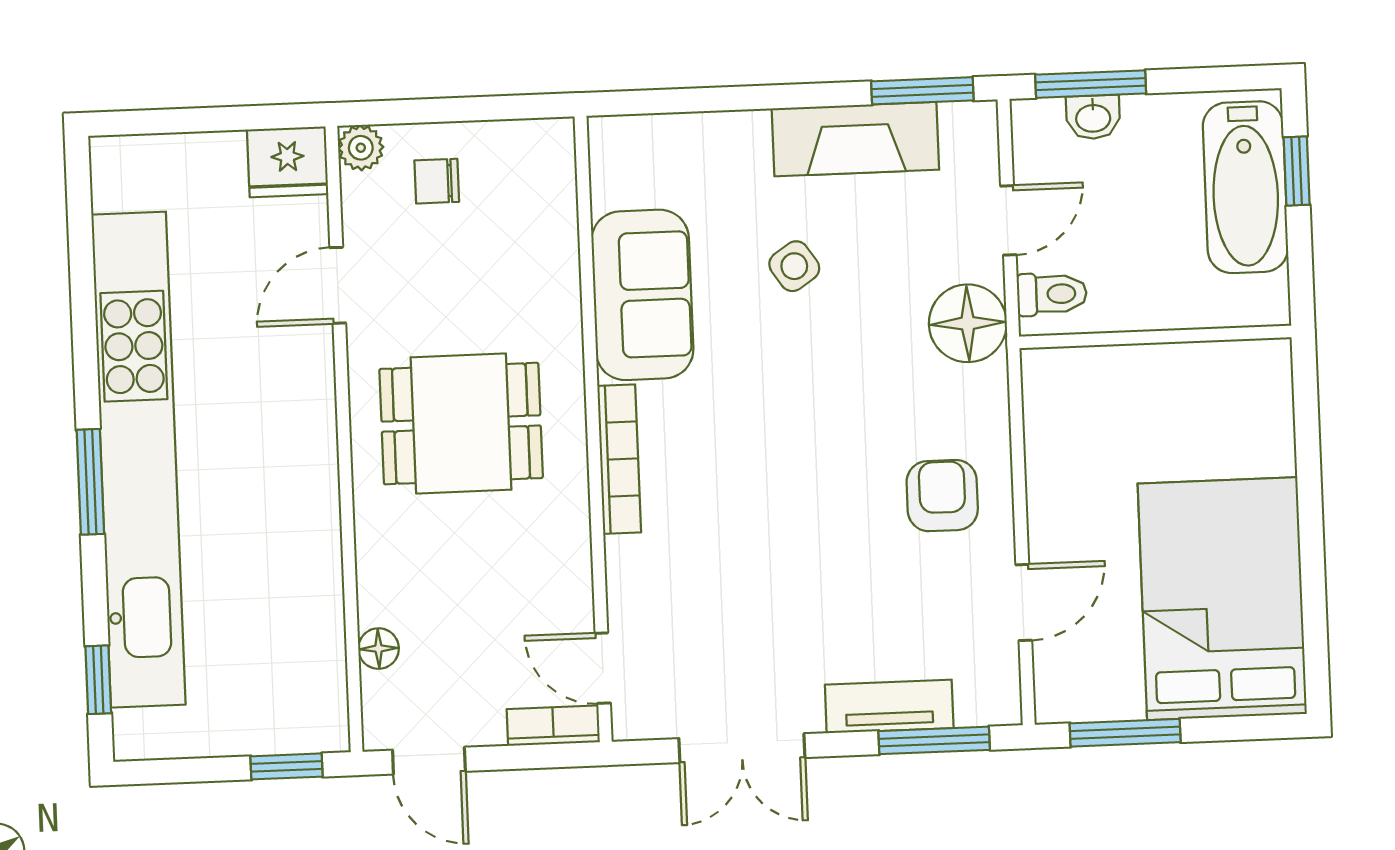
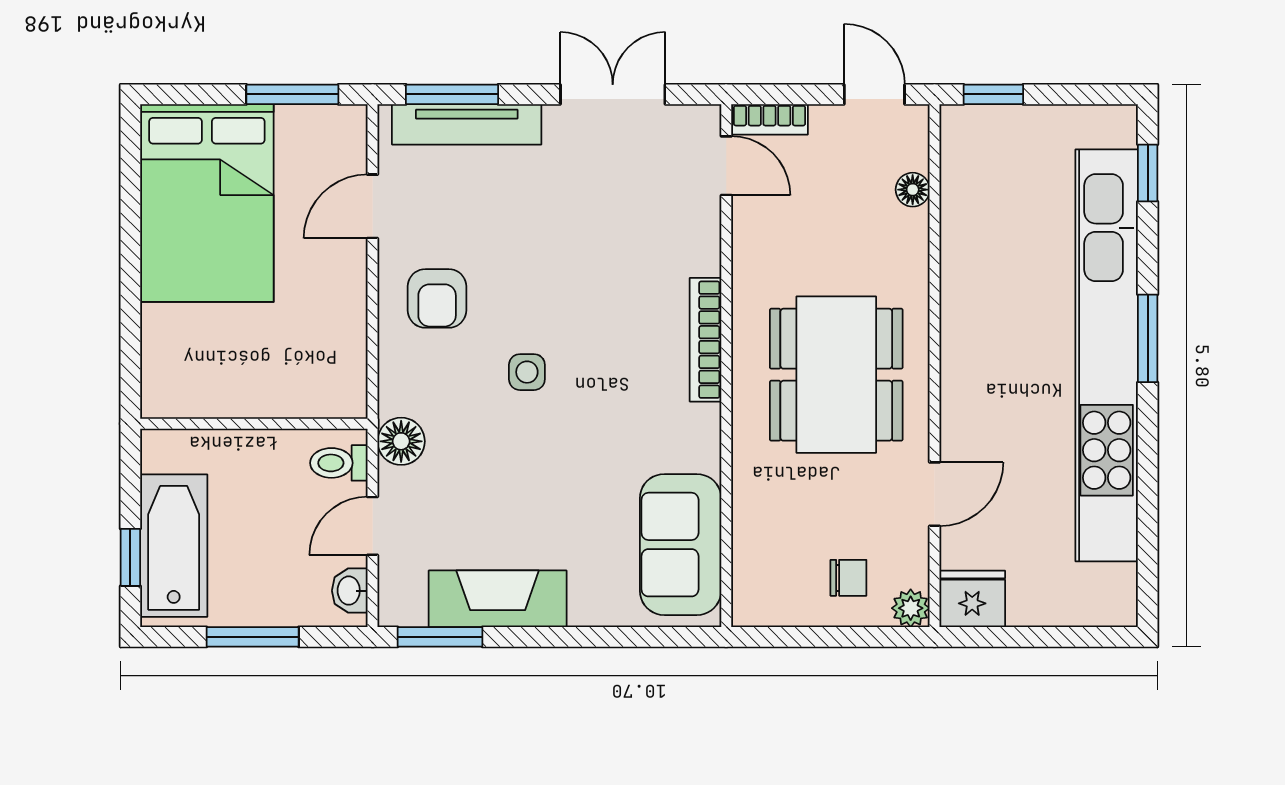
window: (1091, 84) -> (253, 637), moved
washbasin: (1093, 117) -> (350, 591), moved, turned -90
side table: (794, 266) -> (527, 372), moved, turned 34
sofa: (642, 295) -> (681, 545), moved
floor lamp: (968, 323) -> (401, 441), width x0.73, depth x0.73
dining table: (461, 424) -> (836, 375), width x1.38
tv unit: (889, 706) -> (467, 124), width x1.41

